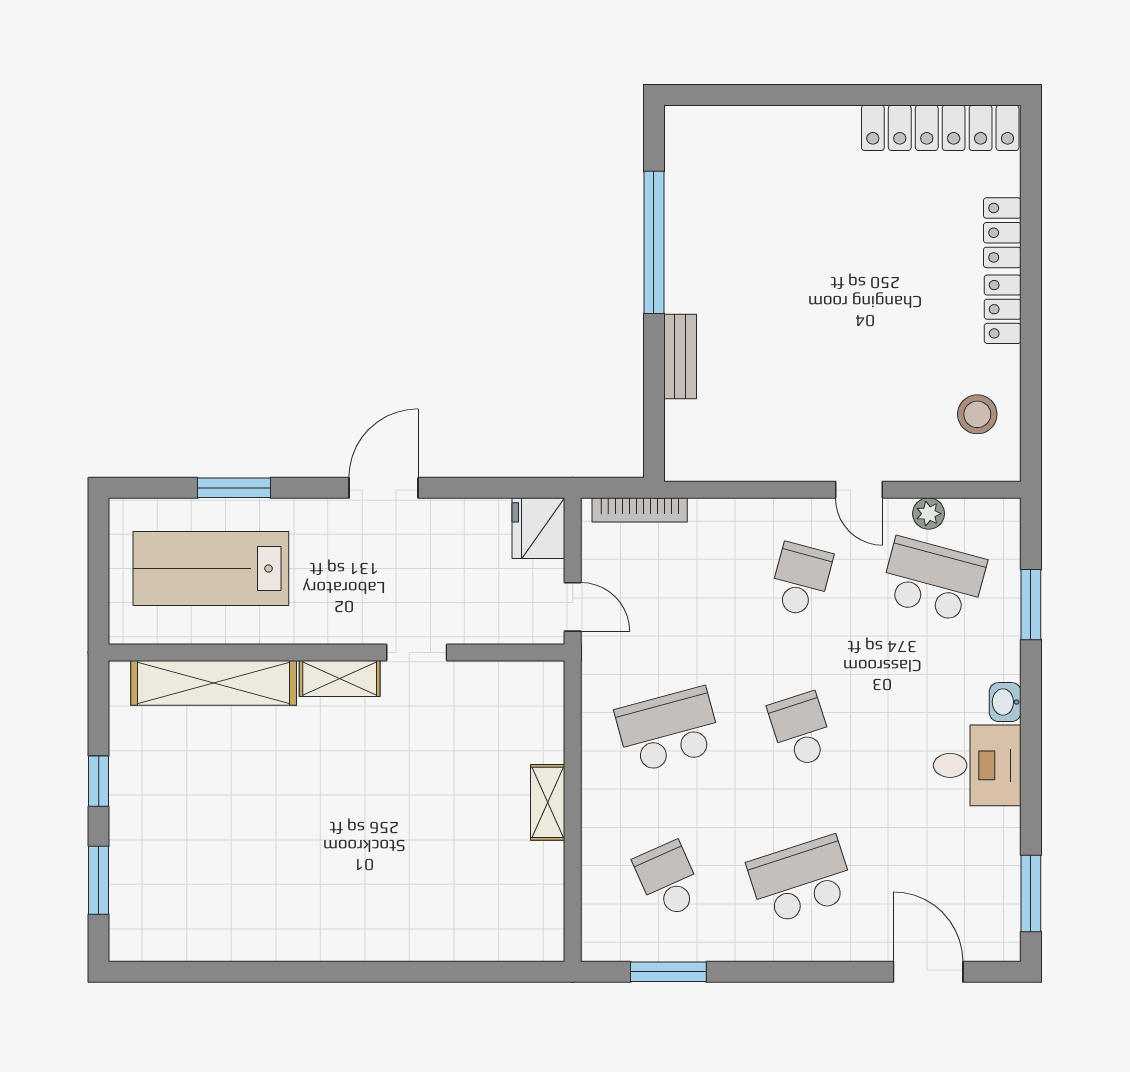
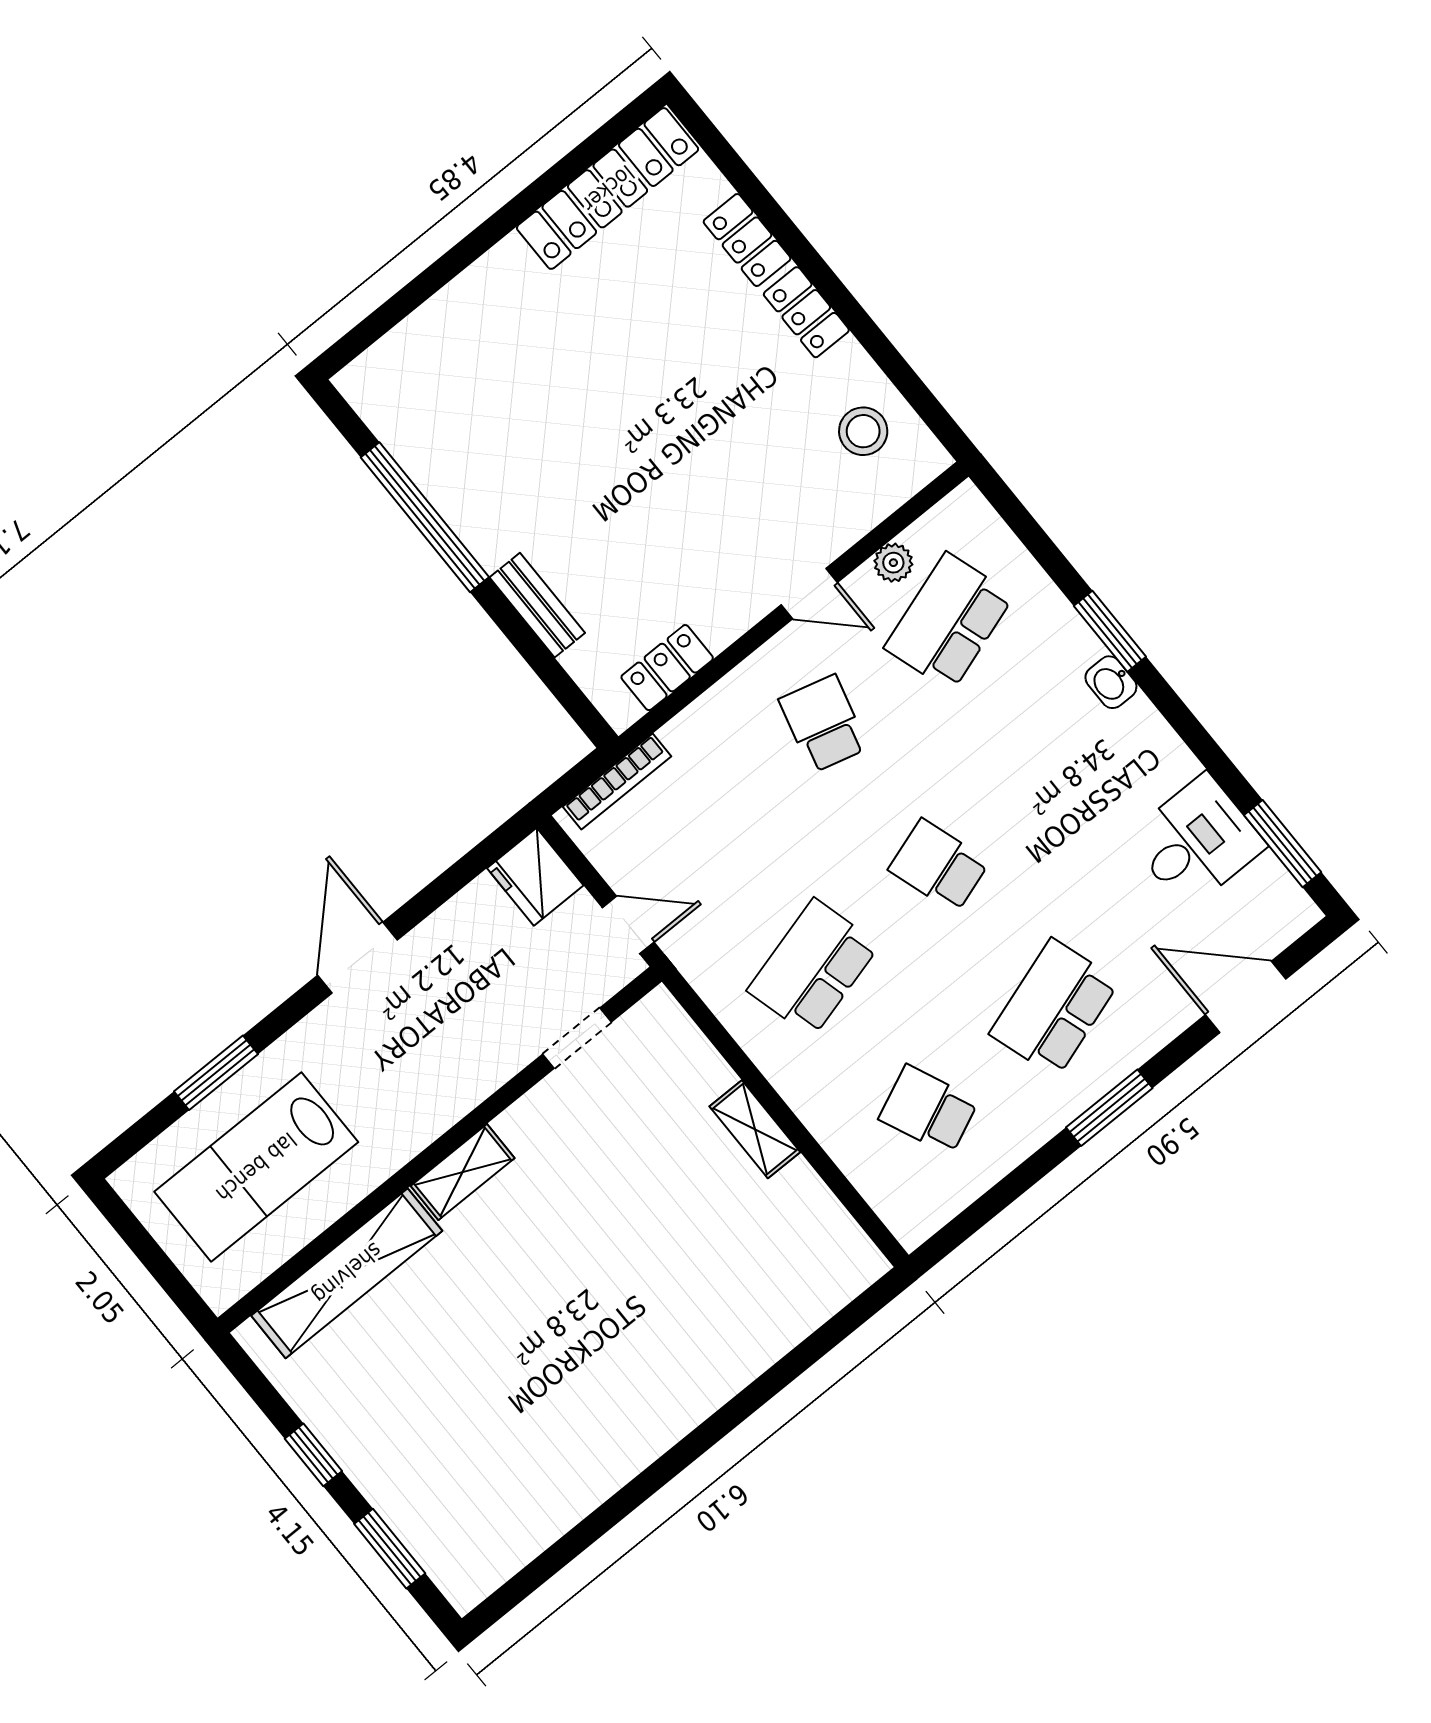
locker: (730, 463) -> (667, 668), added
school desk: (933, 580) -> (949, 622), turned -33
window: (1031, 605) -> (1110, 631), moved
doorway: (417, 652) -> (577, 1038), moved
desk: (977, 765) -> (1196, 841), moved
window: (668, 972) -> (1109, 1108), moved

